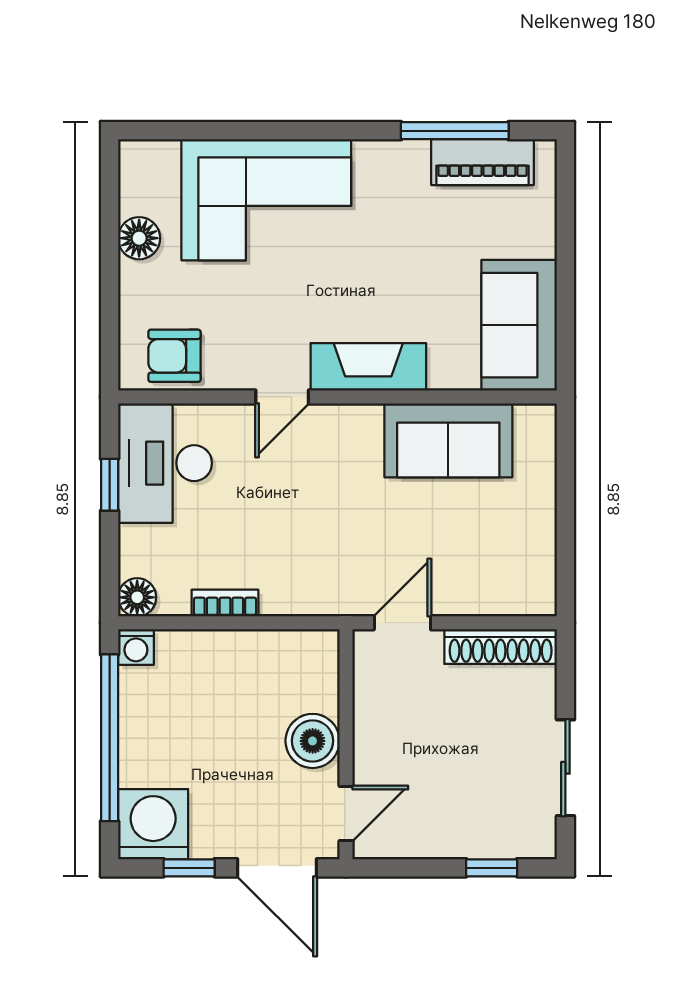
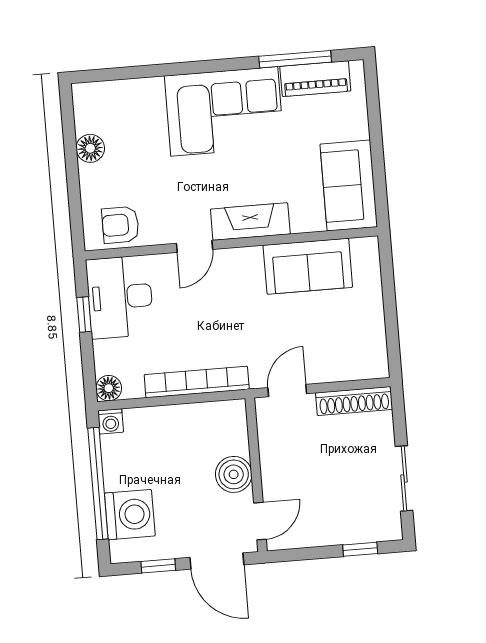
corner sofa: (266, 200) -> (224, 111), moved
bookcase: (225, 603) -> (197, 382), width x2.31, depth x1.31
washing machine: (153, 824) -> (130, 515), moved, turned 90

